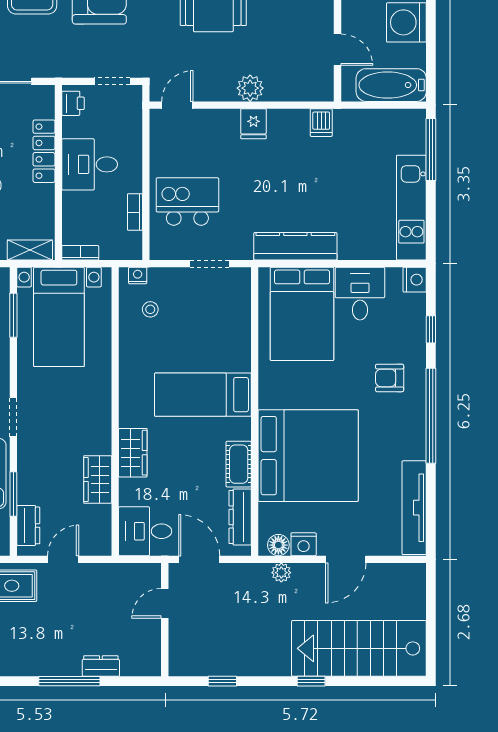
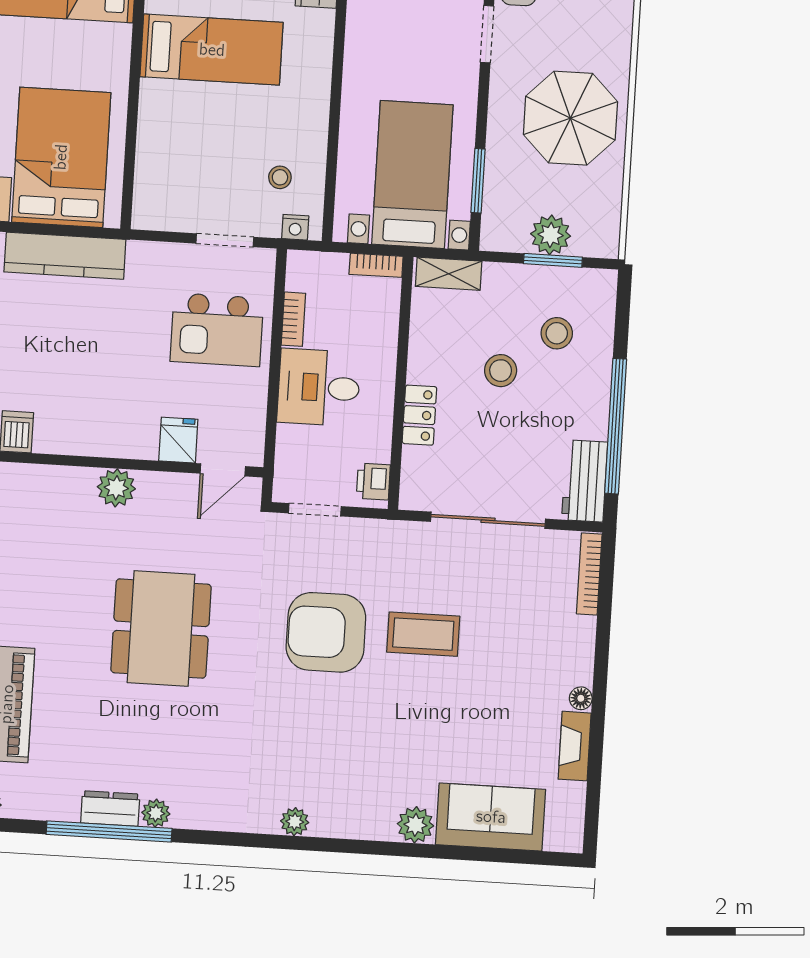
fridge: (253, 124) -> (178, 440), moved
locker: (44, 151) -> (419, 415), width x0.66
desk: (90, 164) -> (319, 387), moved, turned 180
doorway: (209, 264) -> (225, 240), moved

